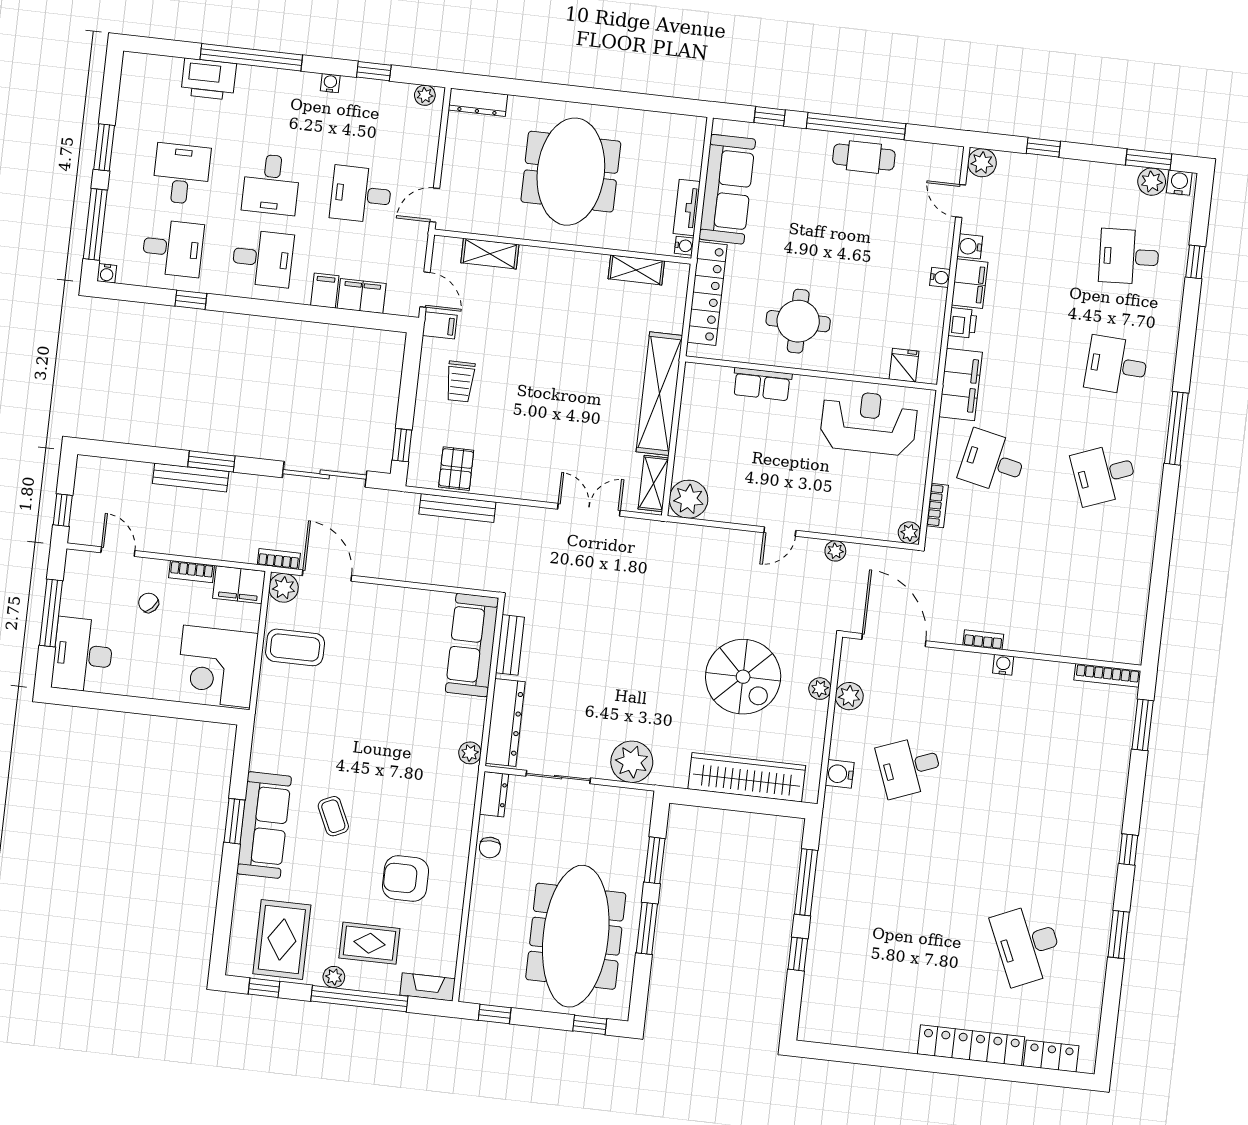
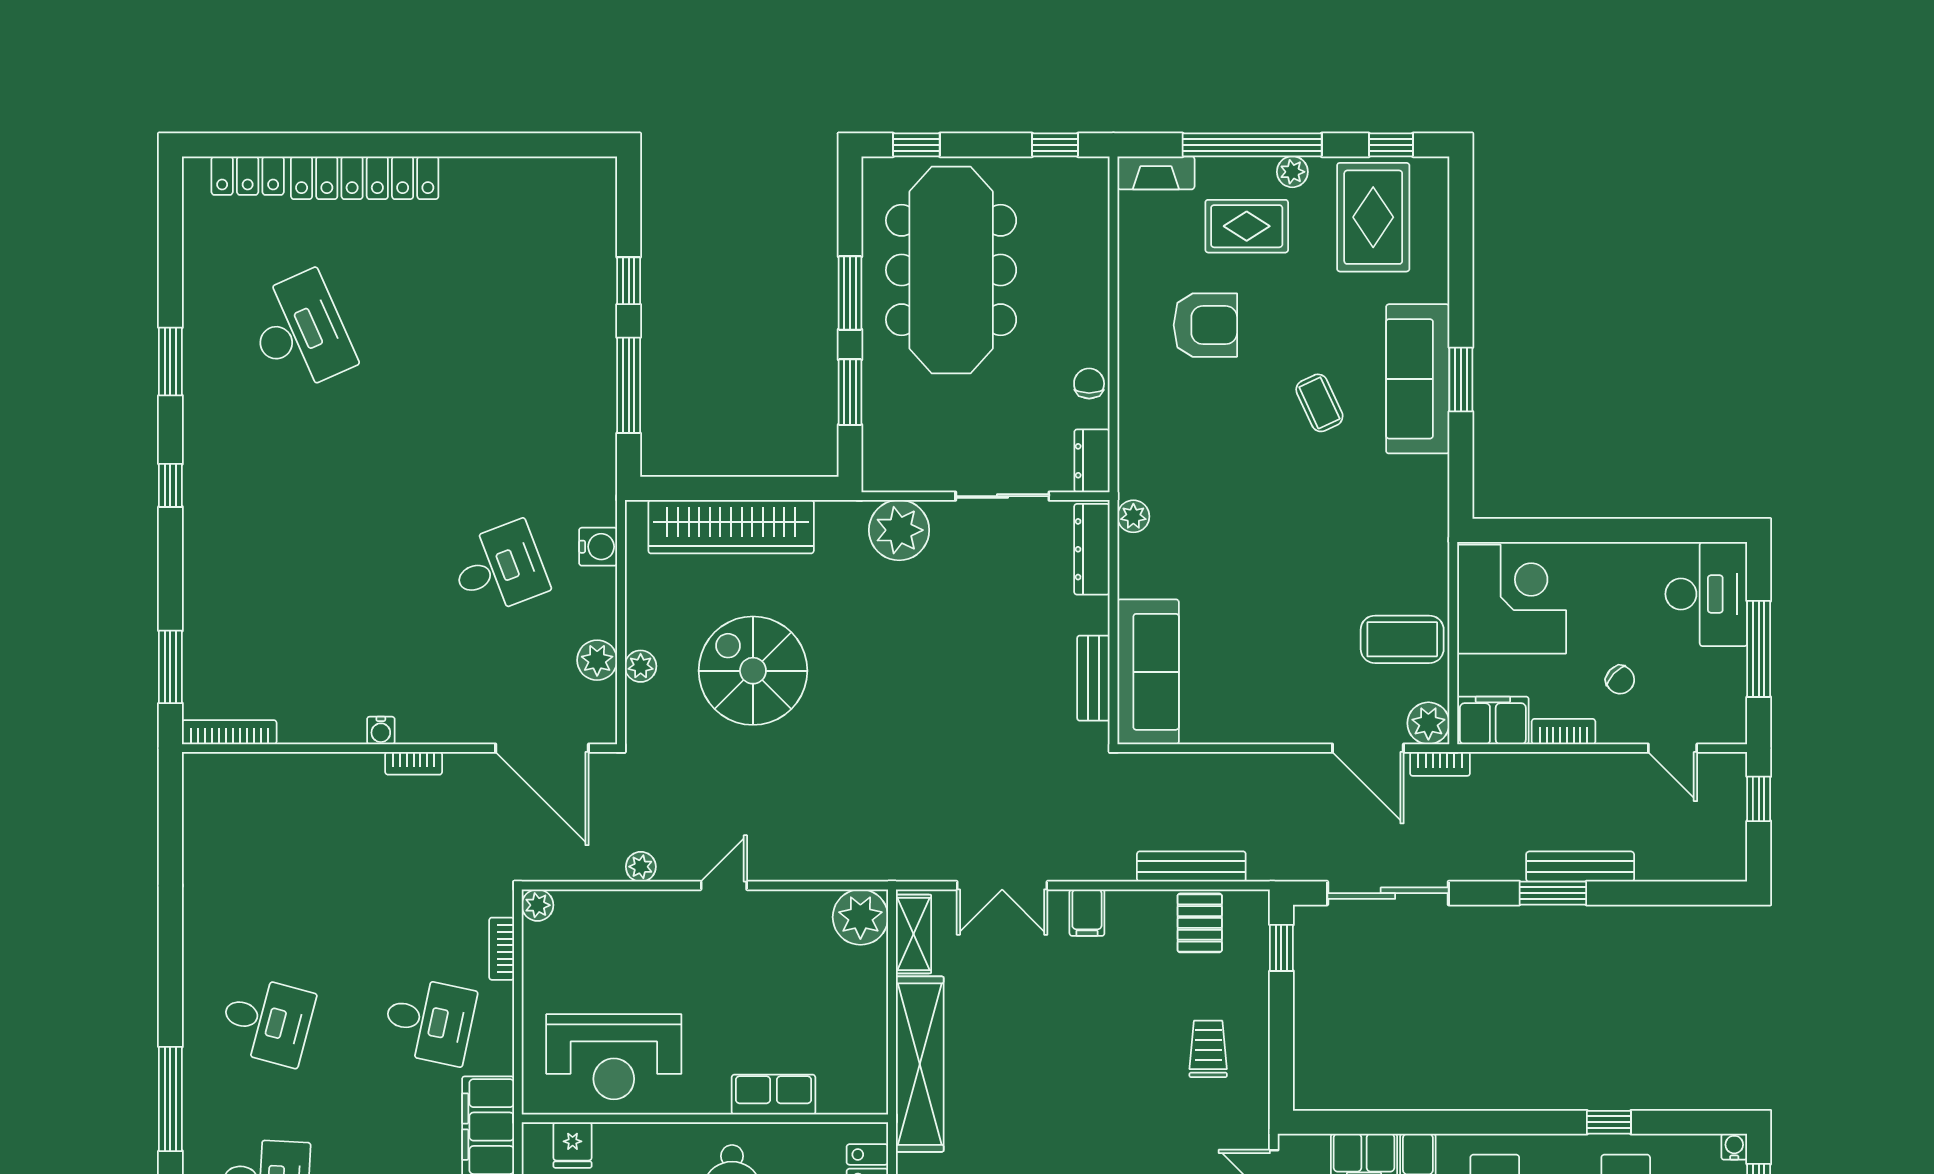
filing cabinet: (440, 325) -> (1087, 913), moved, turned -90
desk: (1104, 474) -> (267, 1021), turned 36
dresser: (505, 722) -> (1092, 549), width x0.73, depth x0.80

